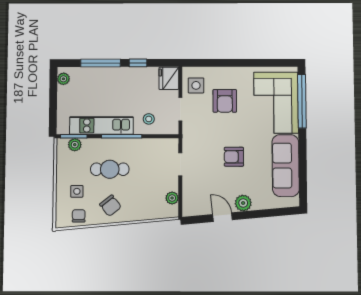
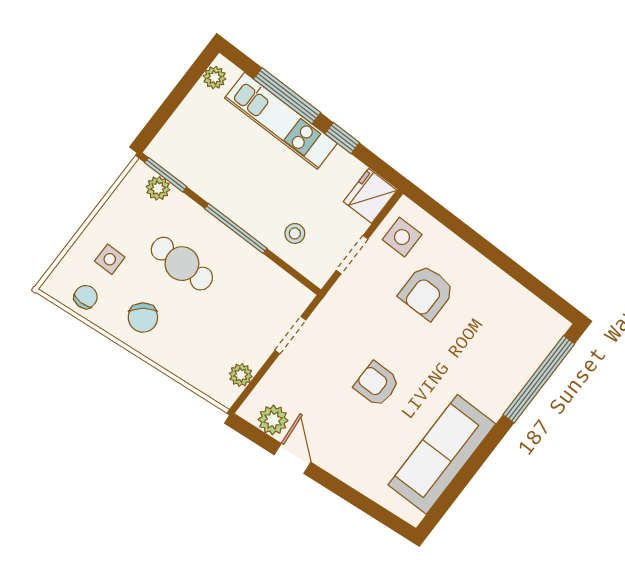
corner sofa: (276, 103) -> (500, 352), removed
kitchen unit: (101, 126) -> (281, 121), moved, turned 180
plant: (243, 203) -> (273, 420), moved

